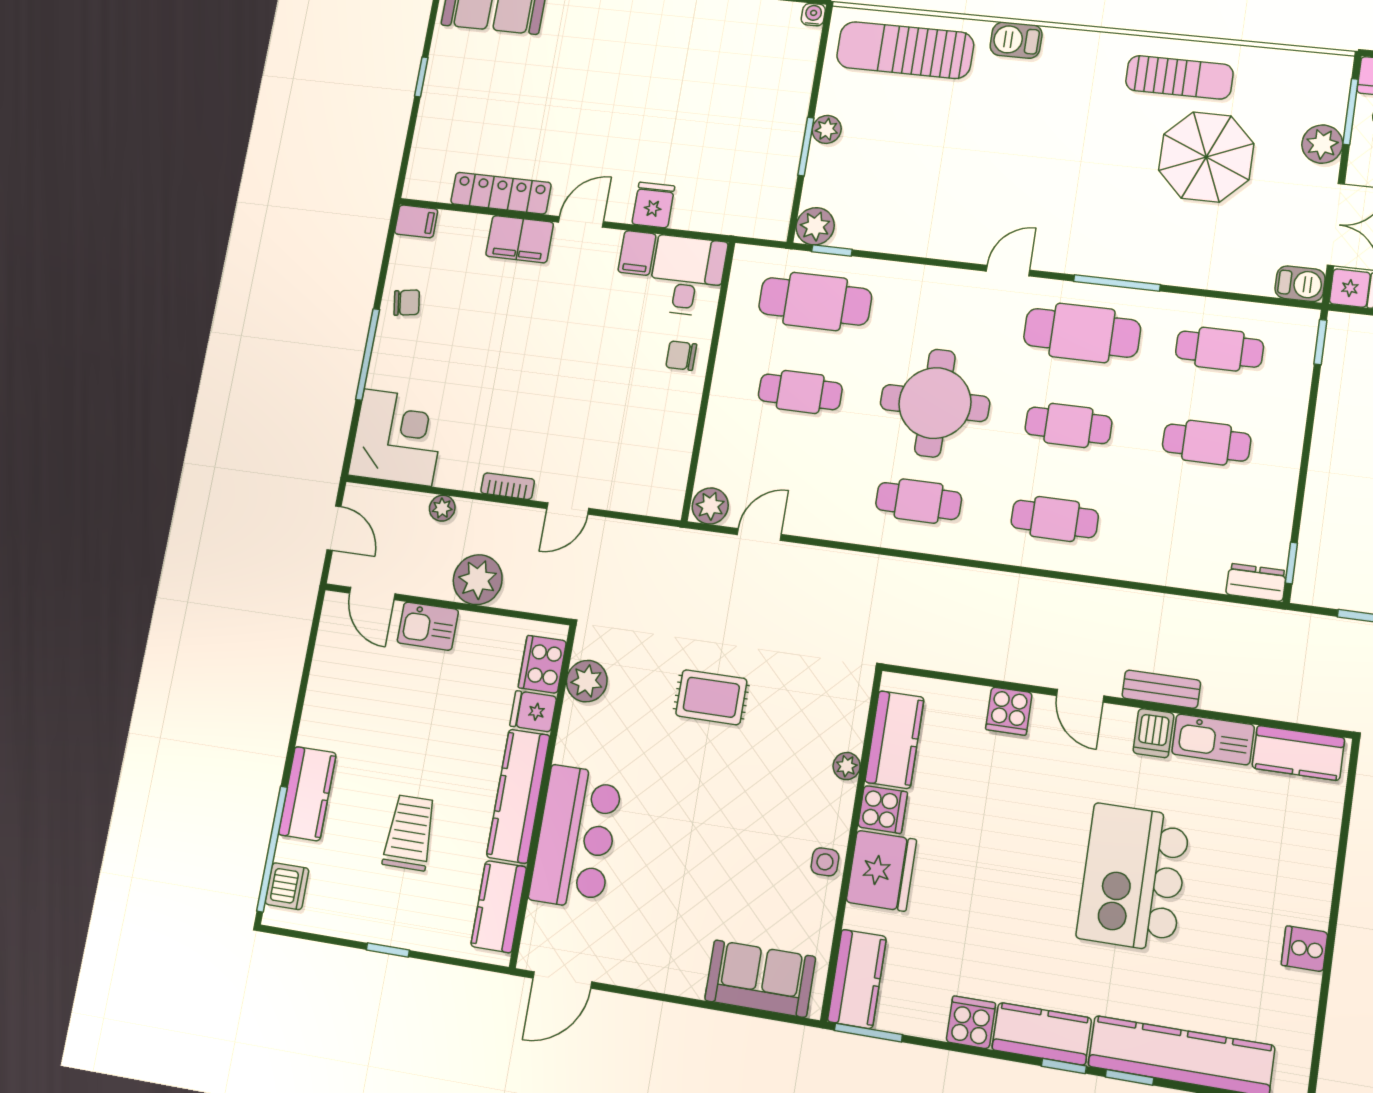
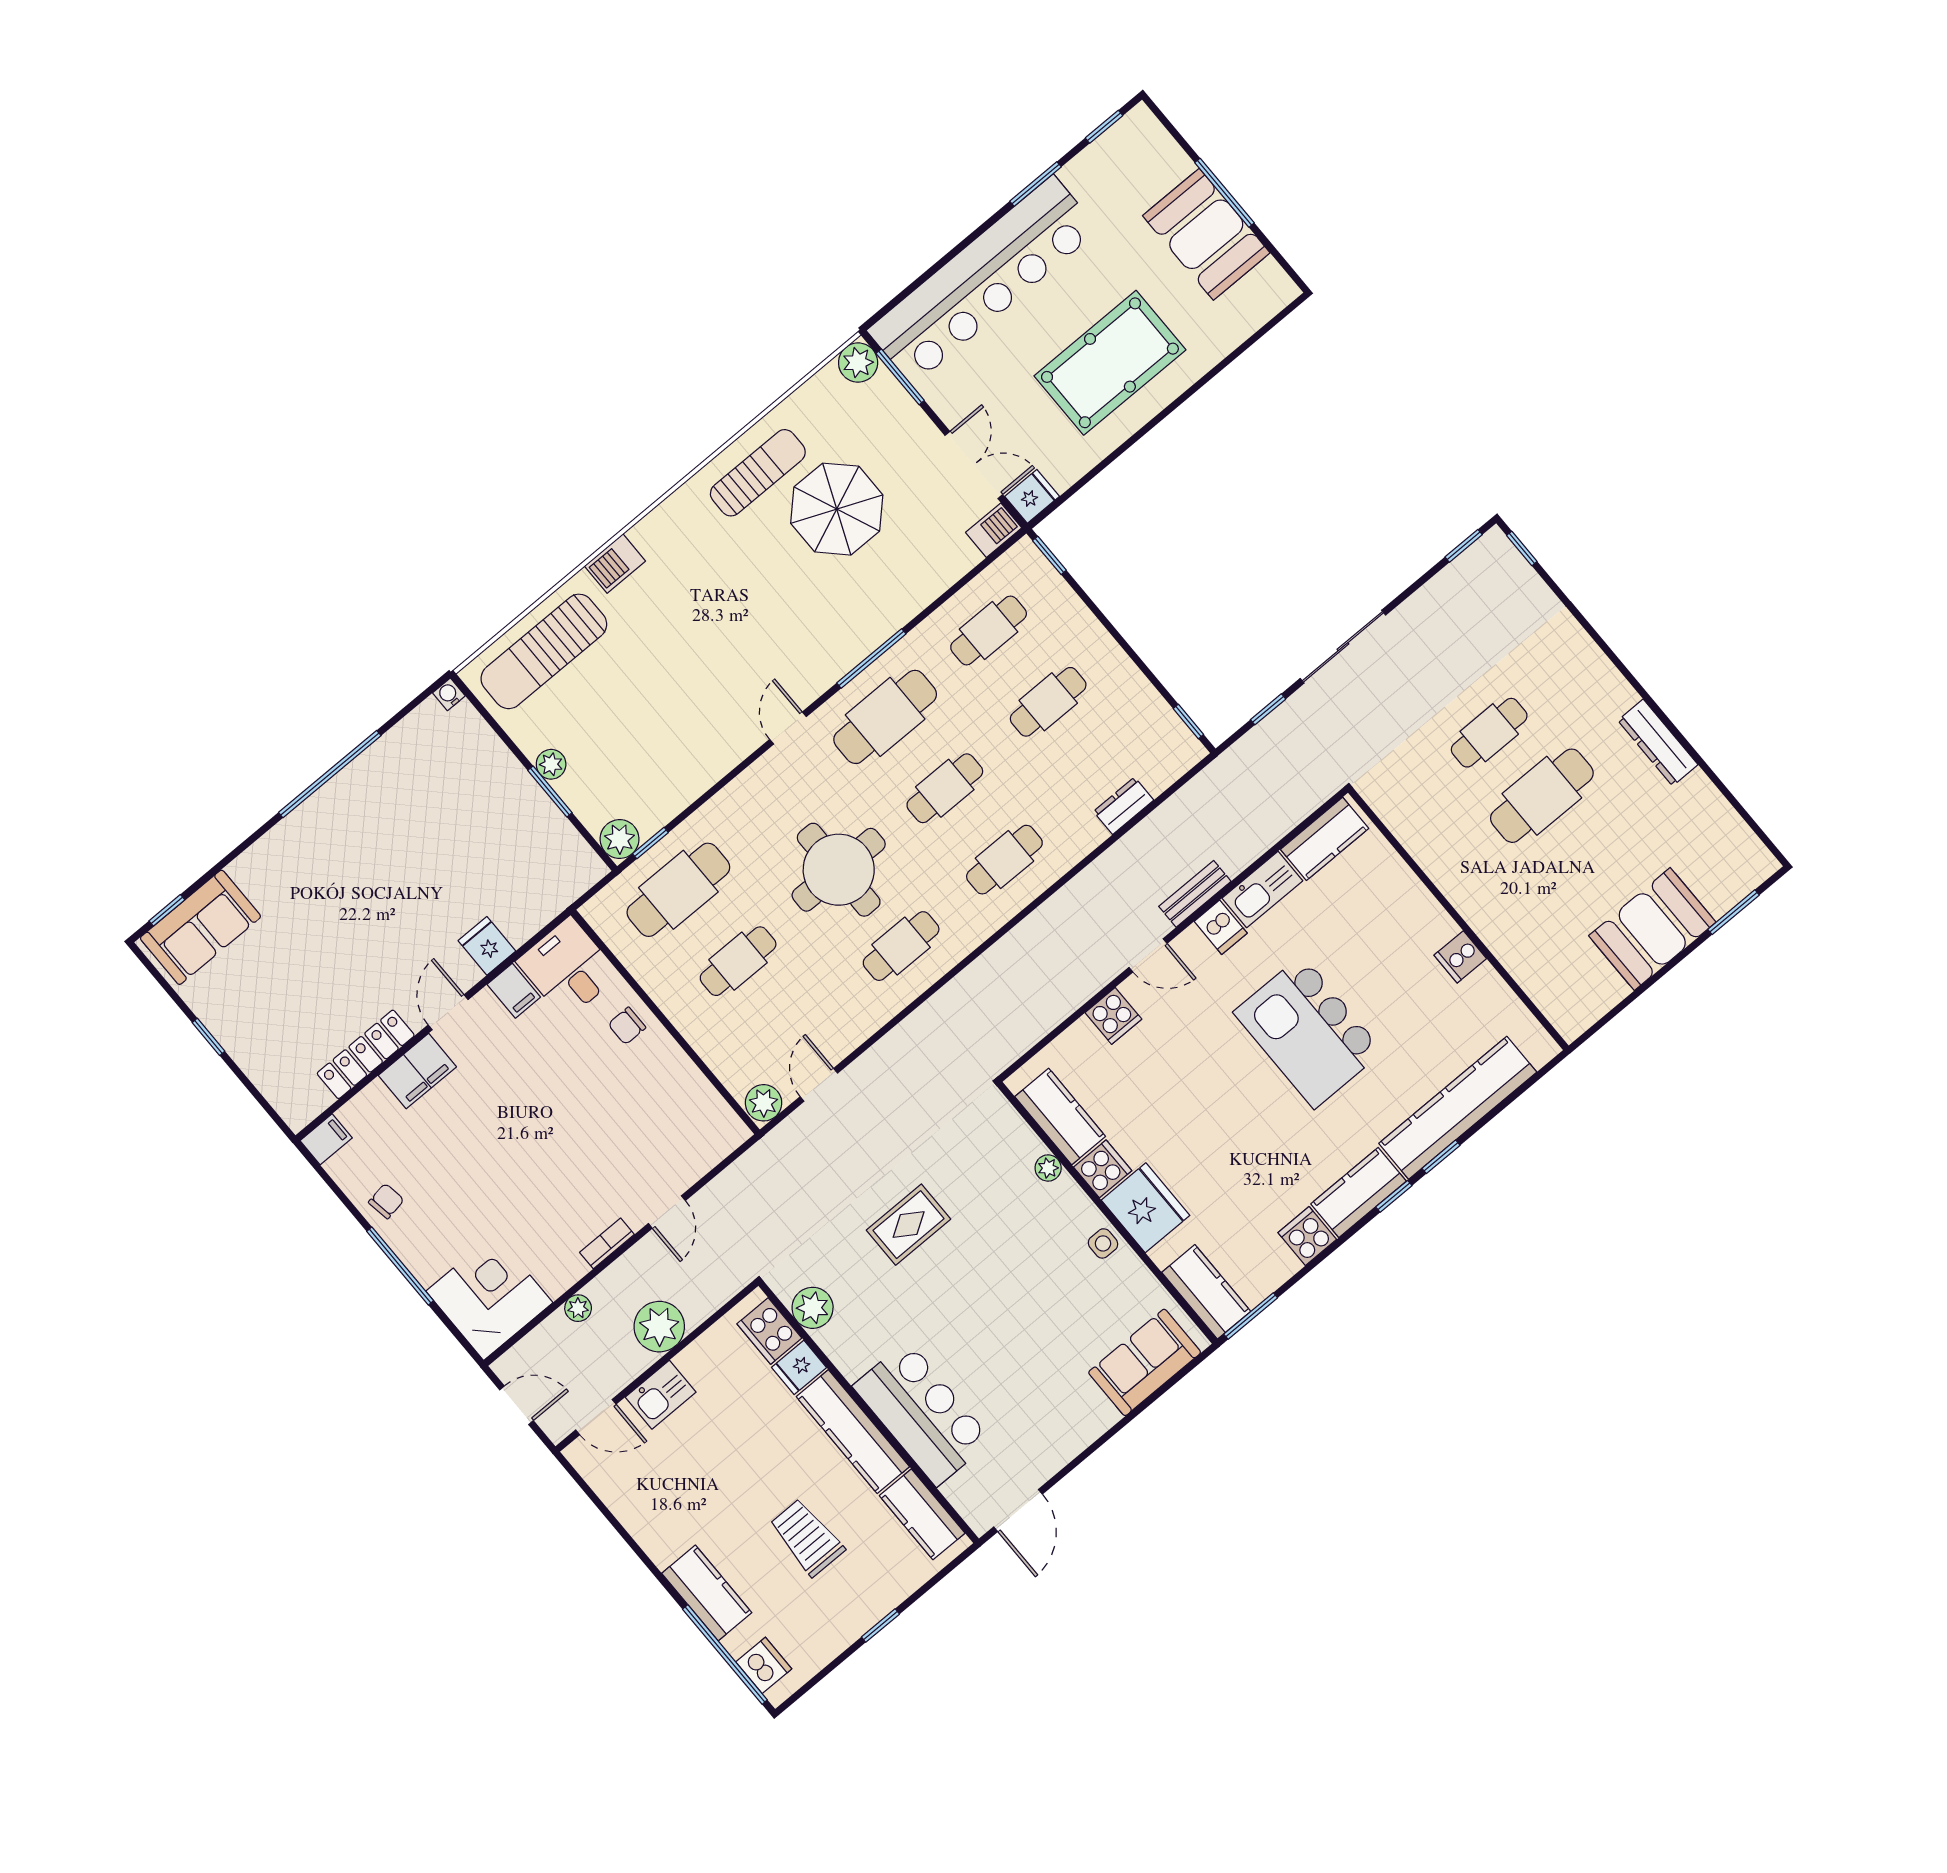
plant: (1322, 144) -> (858, 363), moved
dresser: (1256, 582) -> (1124, 806), moved

